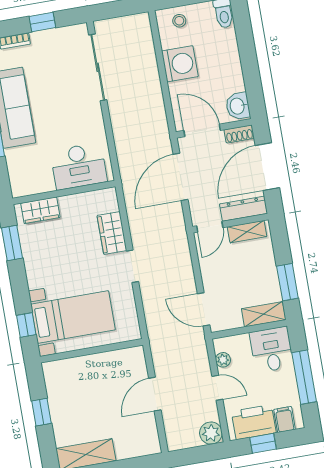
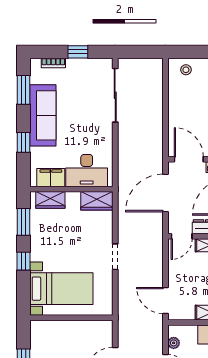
washing machine: (180, 64) -> (180, 104), removed
filing cabinet: (36, 183) -> (51, 178), added
wardrobe: (112, 233) -> (97, 201), moved, turned -90
window: (26, 325) -> (23, 261), moved

